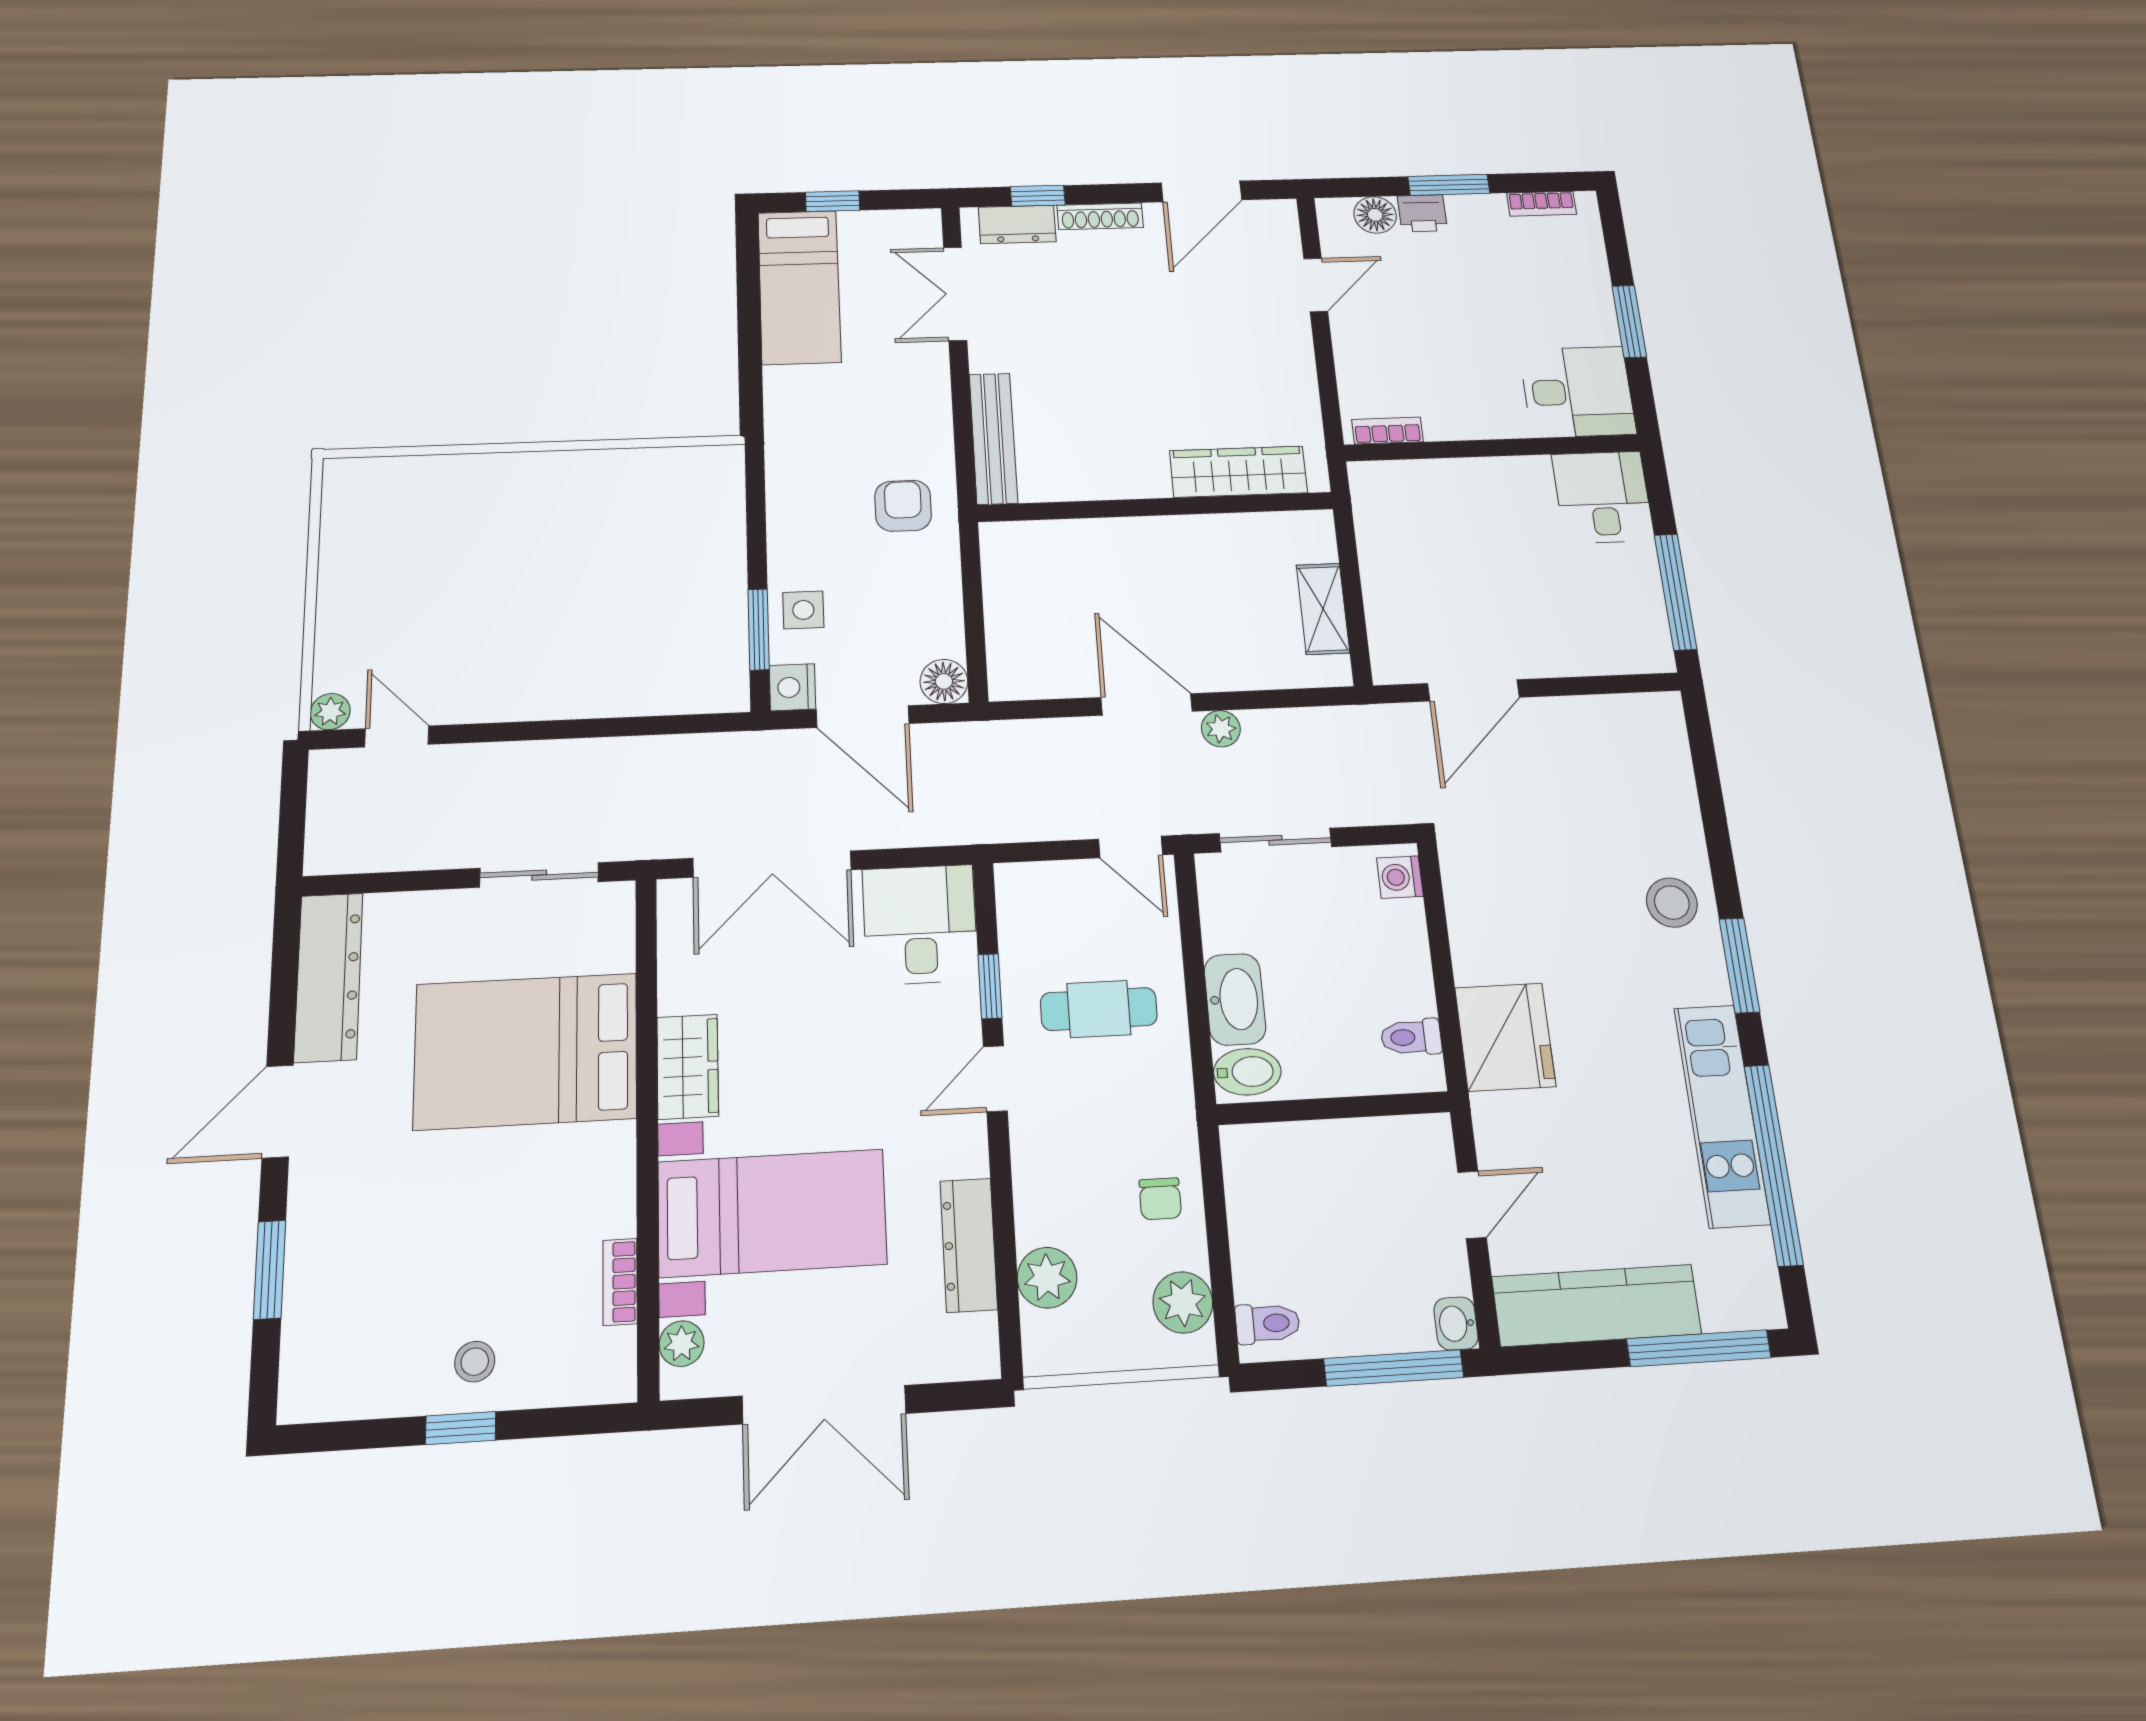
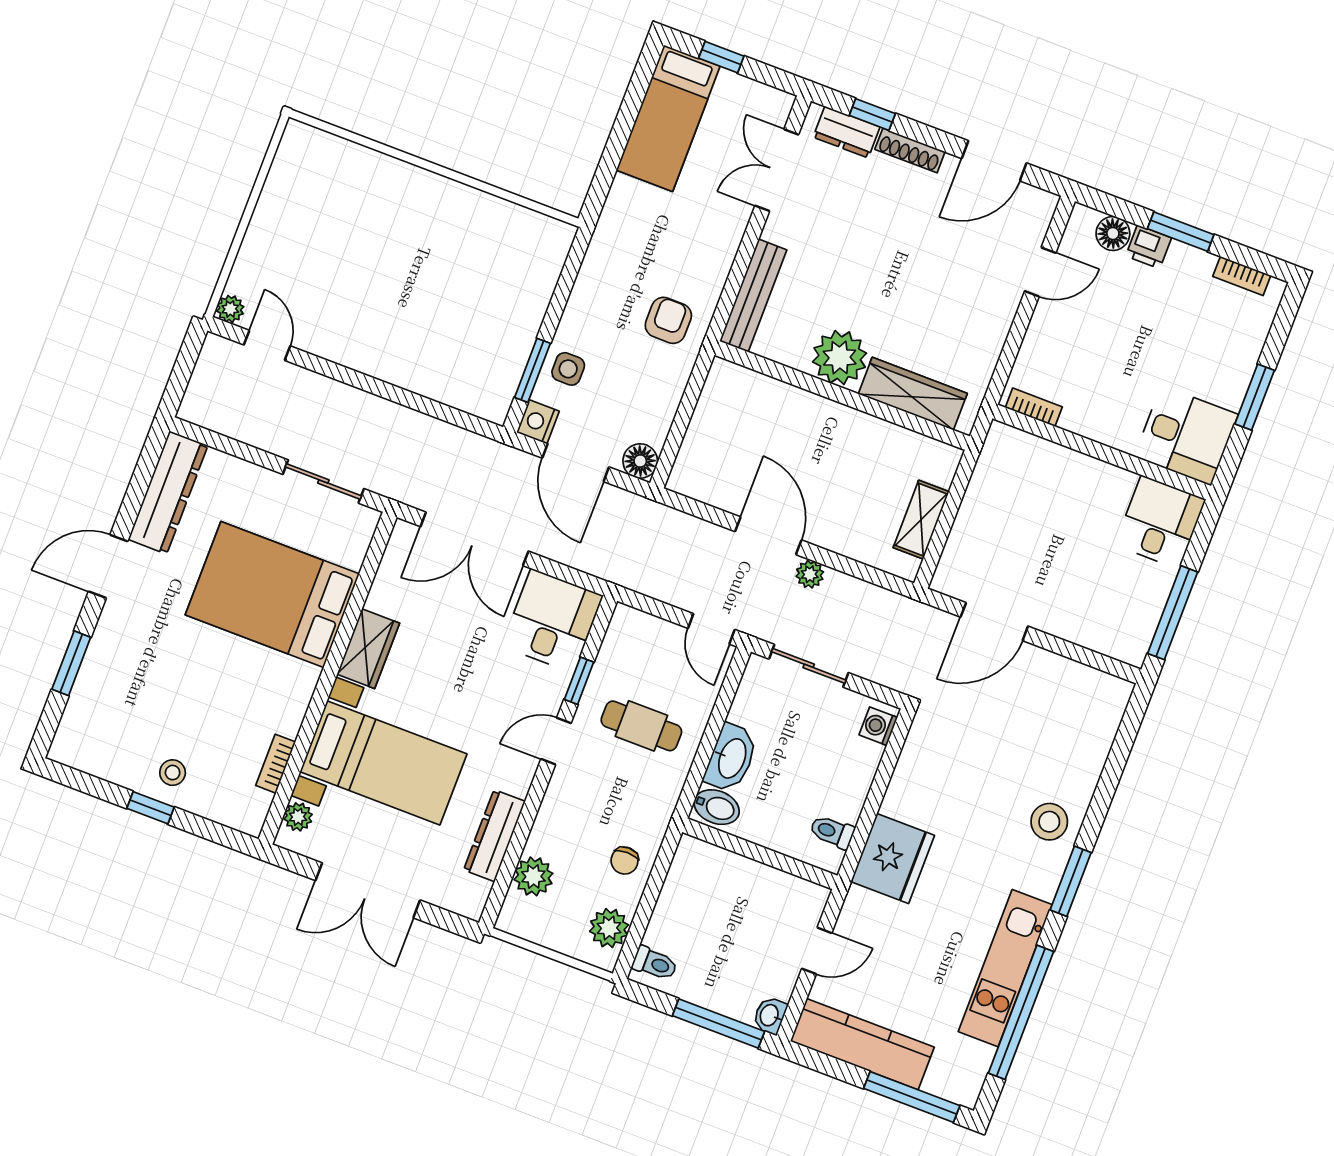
plant: (1131, 466) -> (840, 358), added

